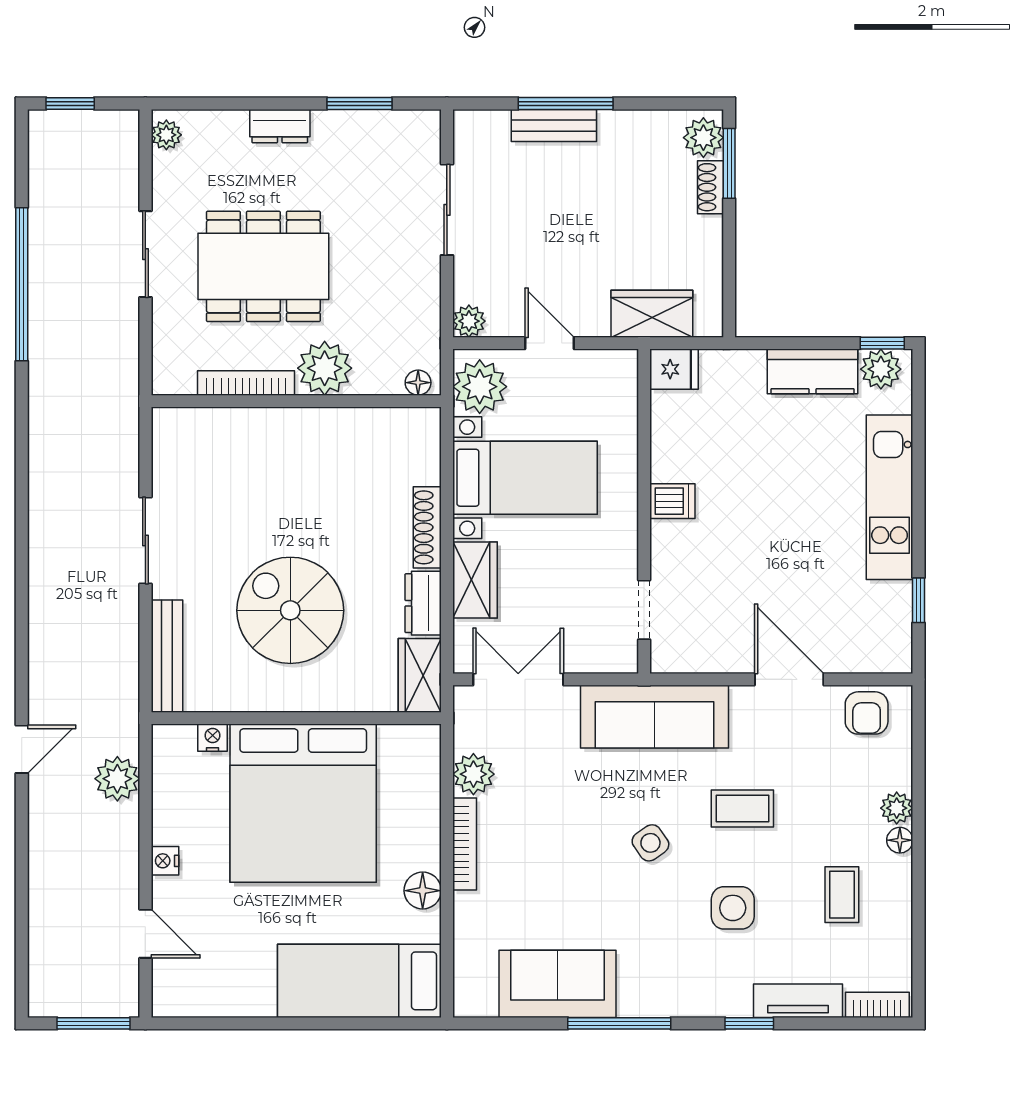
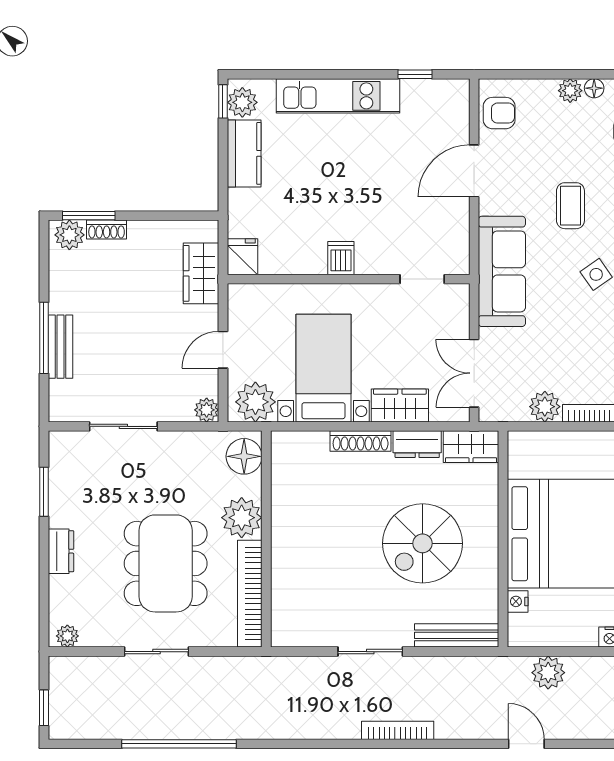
bookcase: (246, 383) -> (250, 594), width x1.48, depth x1.31
floor lamp: (418, 383) -> (244, 456), width x1.89, depth x1.89
bookcase: (40, 577) -> (398, 730), added

